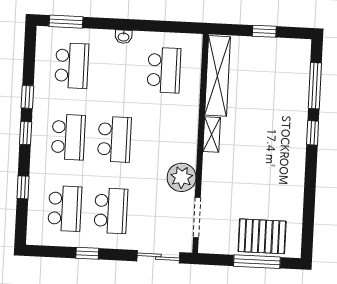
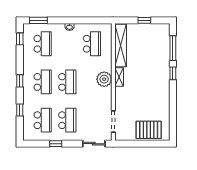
window: (27, 97) -> (20, 39), moved
plant: (182, 177) -> (104, 79), moved
window: (257, 262) -> (146, 144), removed

